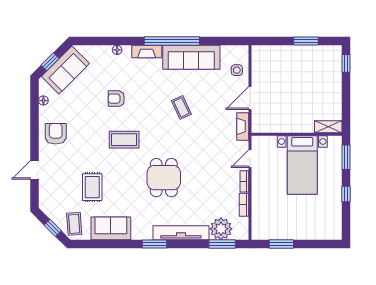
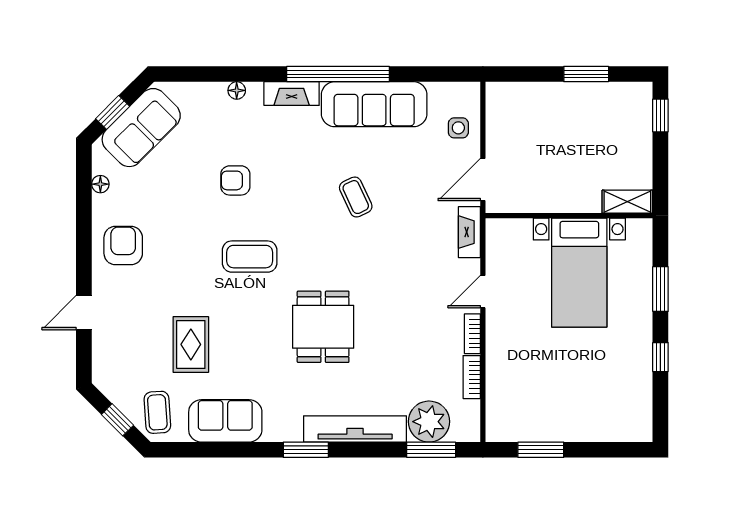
shelving: (328, 127) -> (627, 202), moved
wall: (297, 134) -> (569, 216), moved
bed with nightstands: (302, 165) -> (579, 273), moved

